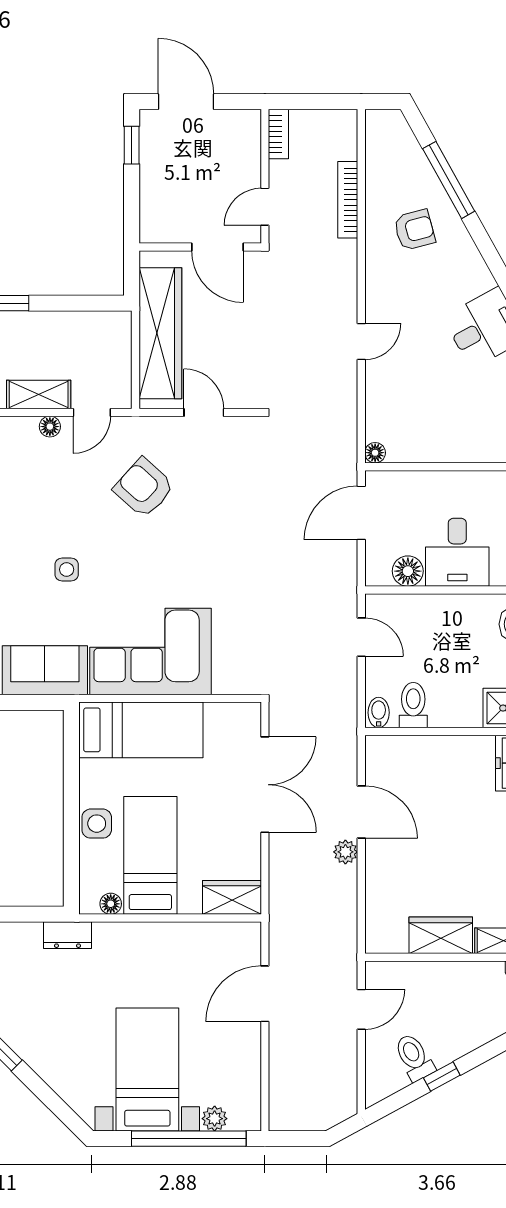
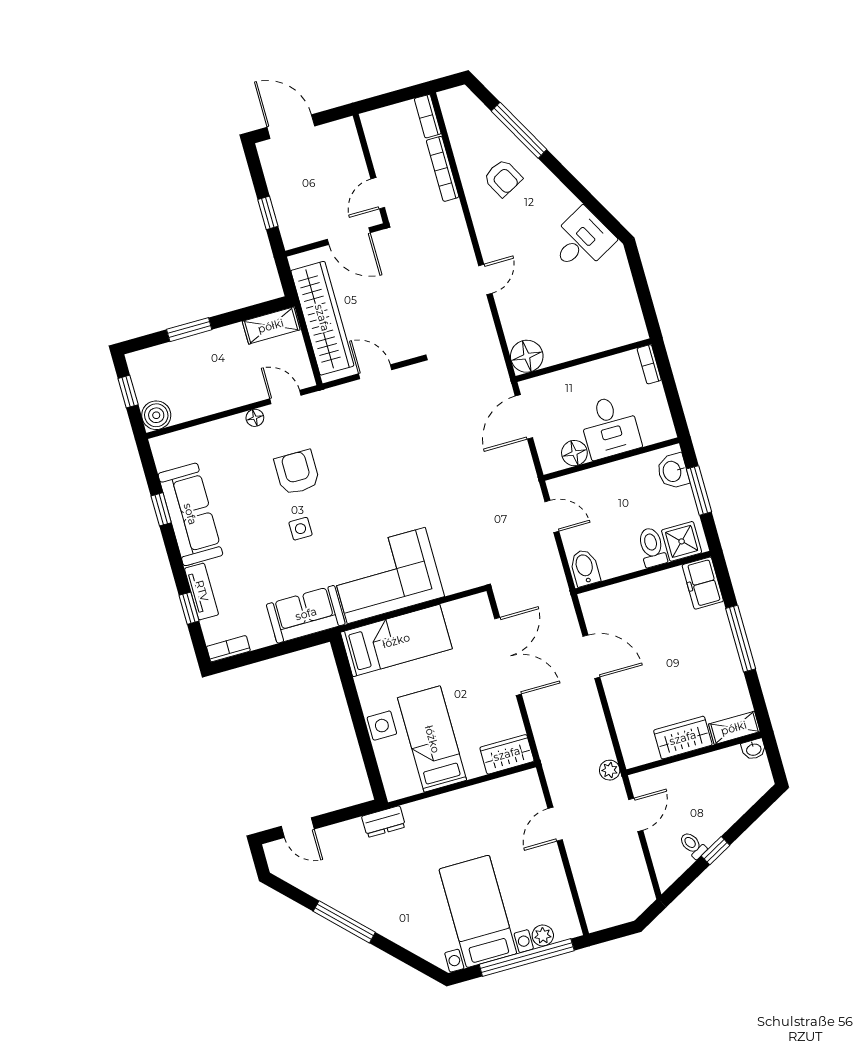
bookcase: (278, 134) -> (428, 116), moved, turned 180
window: (132, 145) -> (268, 213), moved
armchair: (414, 230) -> (503, 178), turned 77
shelving: (39, 394) -> (271, 326), moved
door: (92, 412) -> (285, 397), swing flipped
floor lamp: (375, 453) -> (527, 356), width x1.89, depth x1.89
armchair: (144, 488) -> (297, 472), moved, turned 48
toilet: (413, 705) -> (652, 547), moved
bidet: (379, 713) -> (585, 568), width x1.38, depth x1.36
plant: (345, 852) -> (610, 770), moved
floor lamp: (111, 904) -> (411, 787), removed
door: (265, 994) -> (555, 824), width x0.73
toilet: (414, 1057) -> (693, 845), width x0.73, depth x0.72

